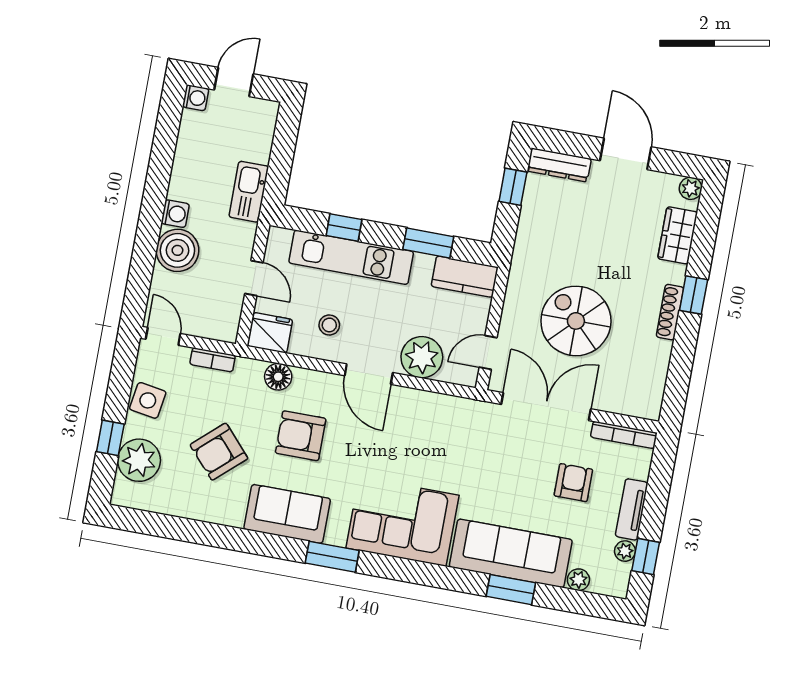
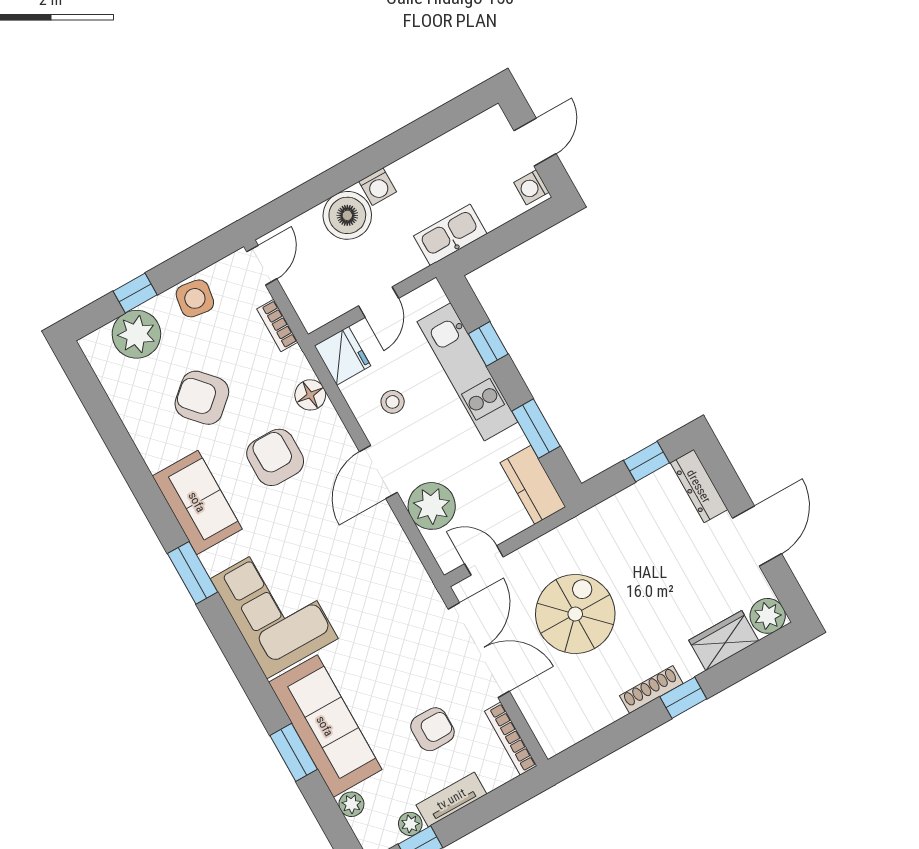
door: (234, 82) -> (535, 142), hinge flipped
washing machine: (196, 98) -> (531, 187), moved, turned 90
plant: (691, 188) -> (768, 616), width x1.38, depth x1.38

